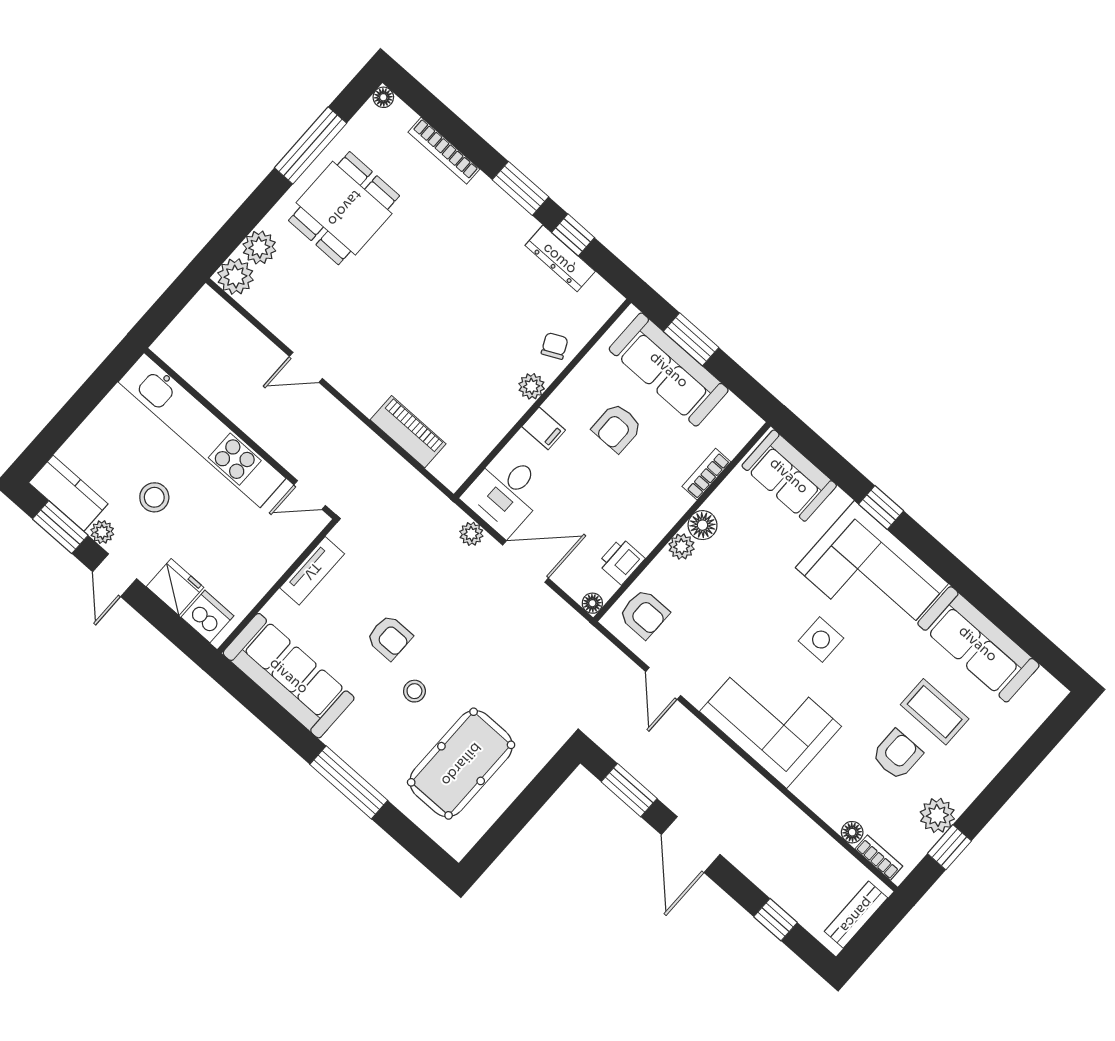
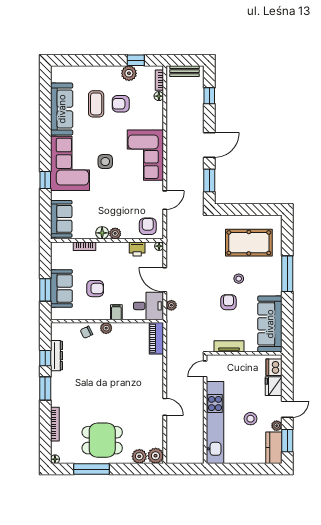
sofa: (669, 370) -> (61, 288), width x0.73
piano: (408, 432) -> (156, 338), moved
door: (310, 495) -> (205, 369), swing flipped

